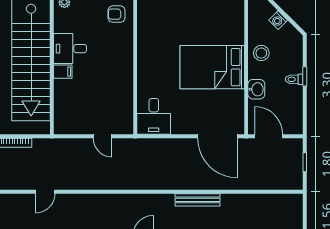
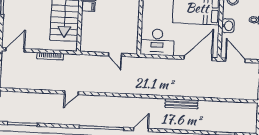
desk: (154, 116) -> (157, 42), width x1.37
door: (217, 136) -> (198, 58), swing flipped

